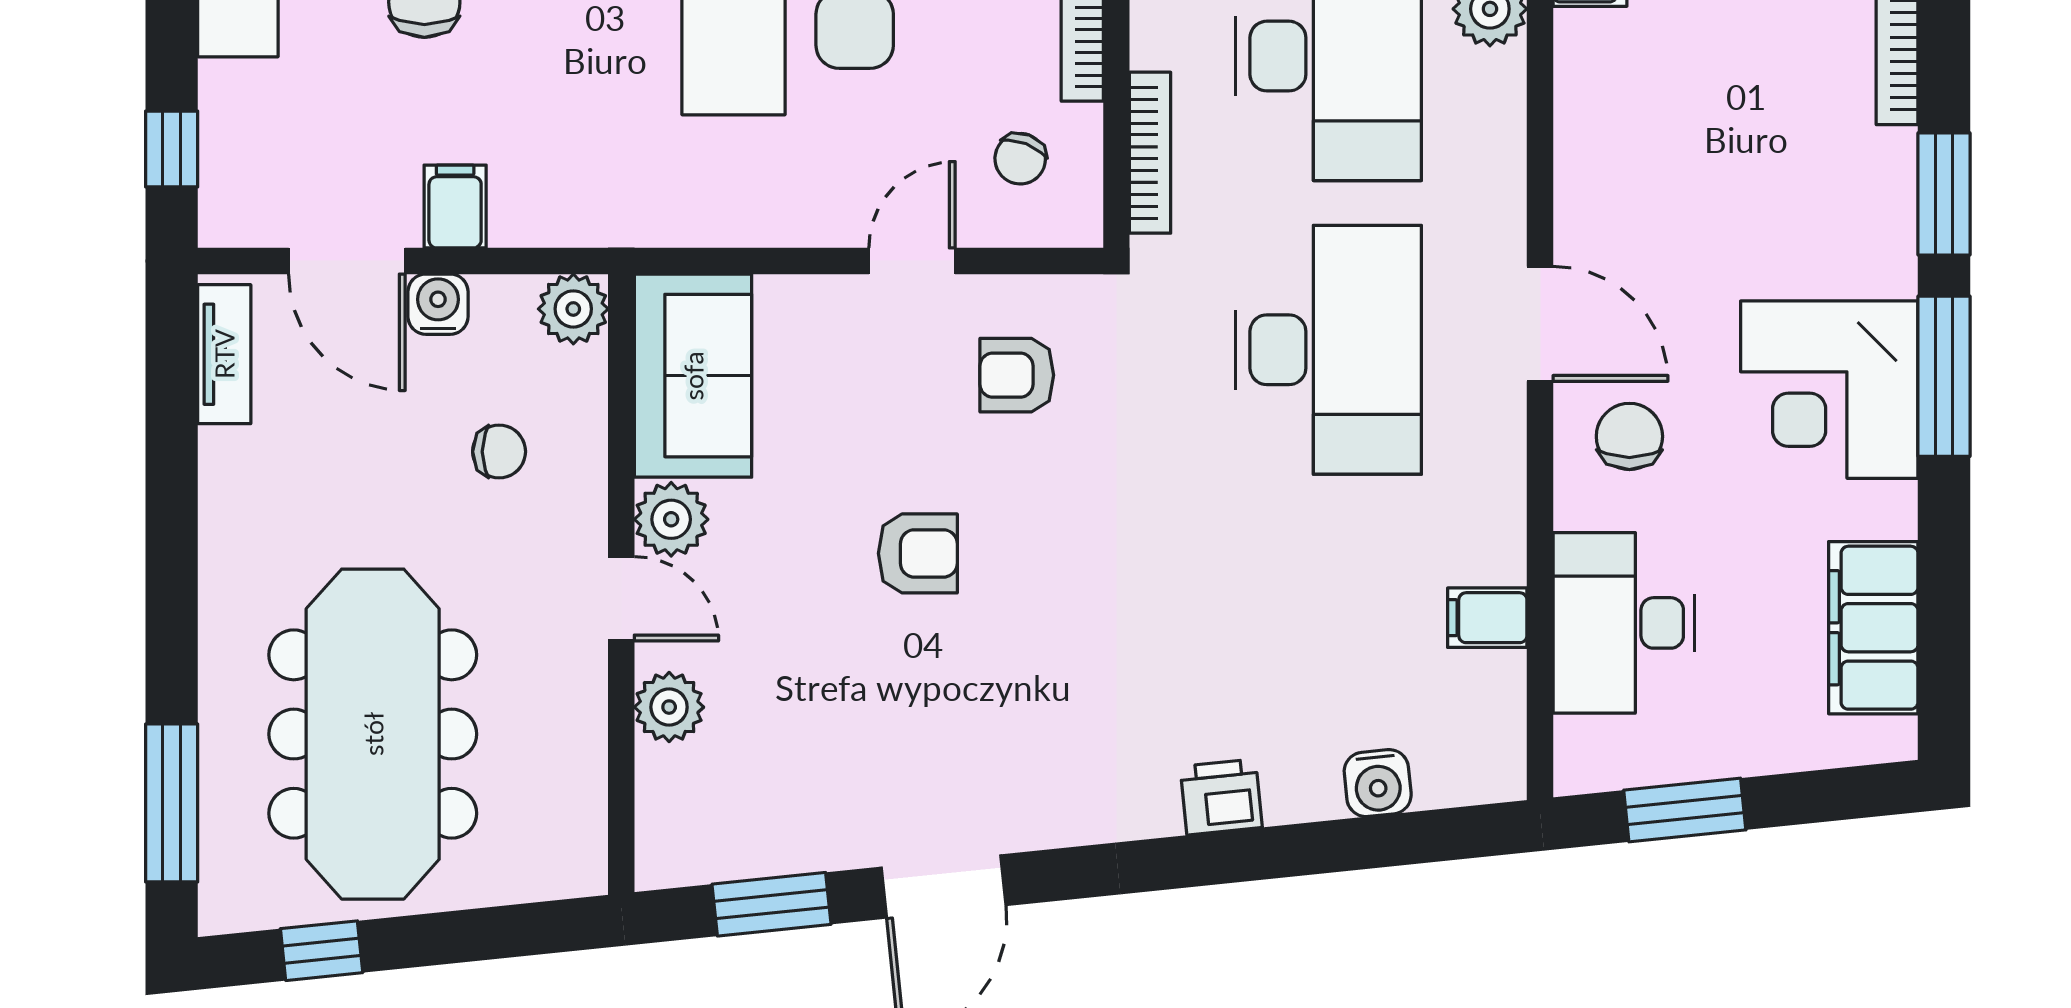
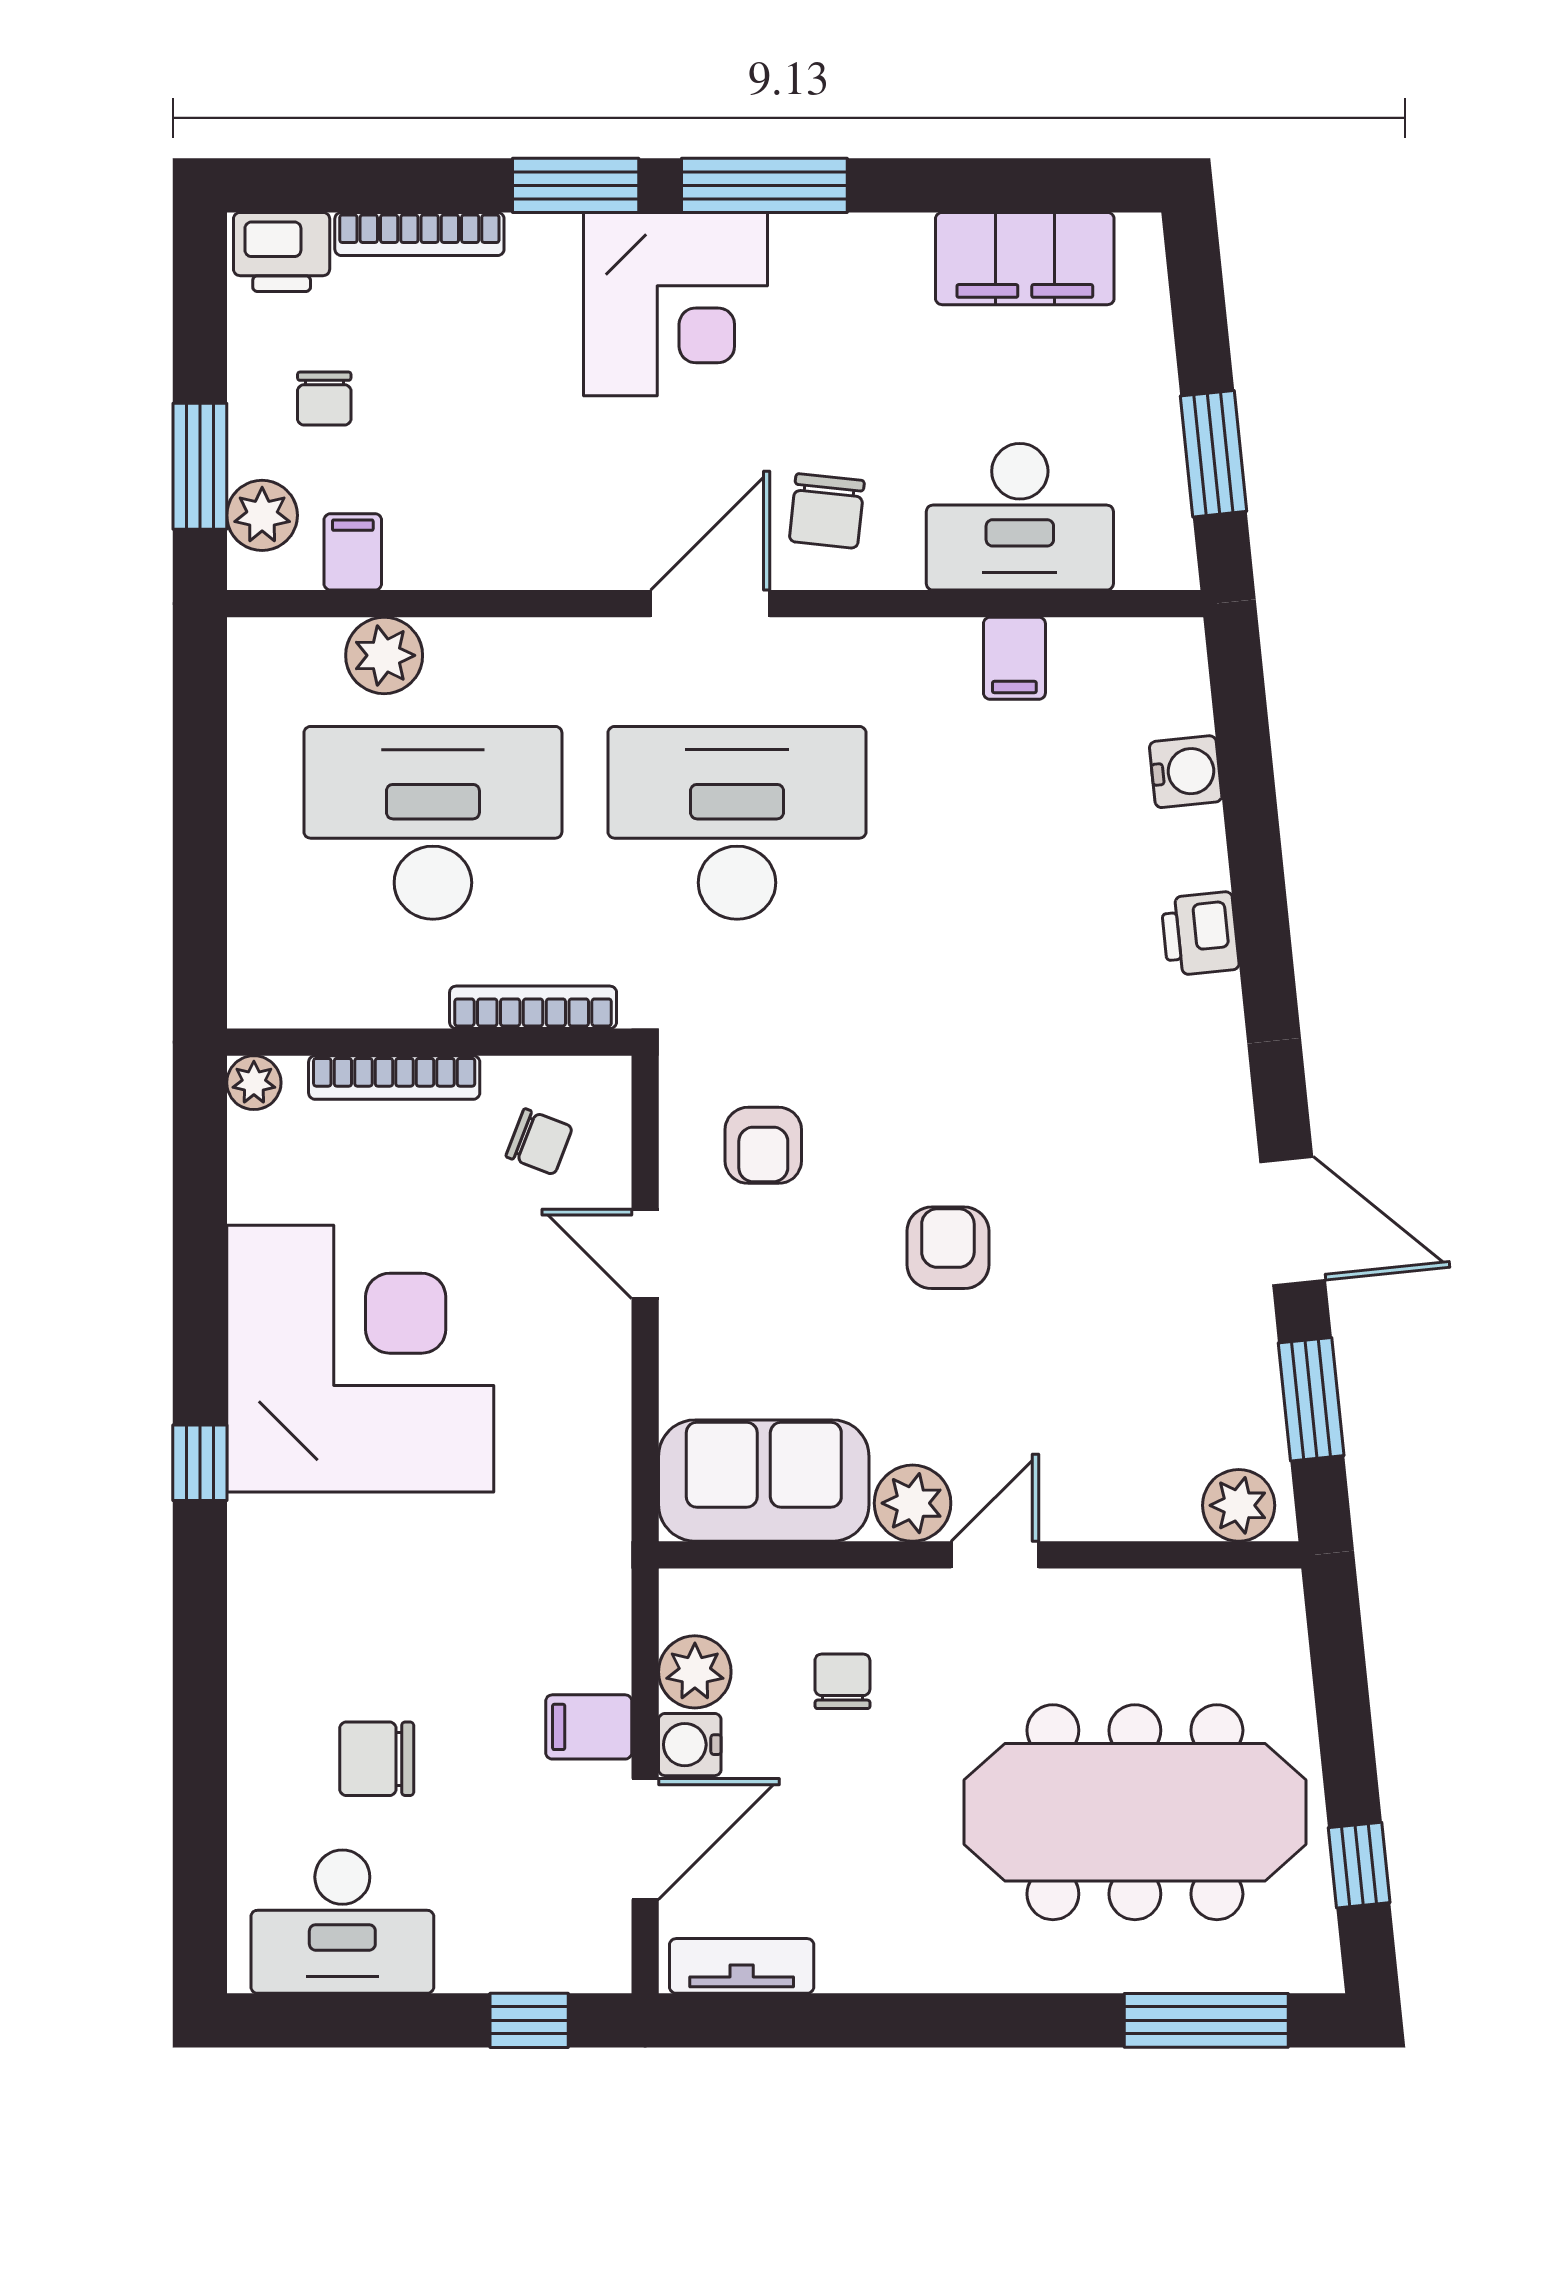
plant: (573, 309) -> (695, 1672), moved
corner desk: (1829, 390) -> (676, 304), moved
chair: (1629, 436) -> (827, 511), turned -84
plant: (669, 707) -> (1239, 1505), moved

